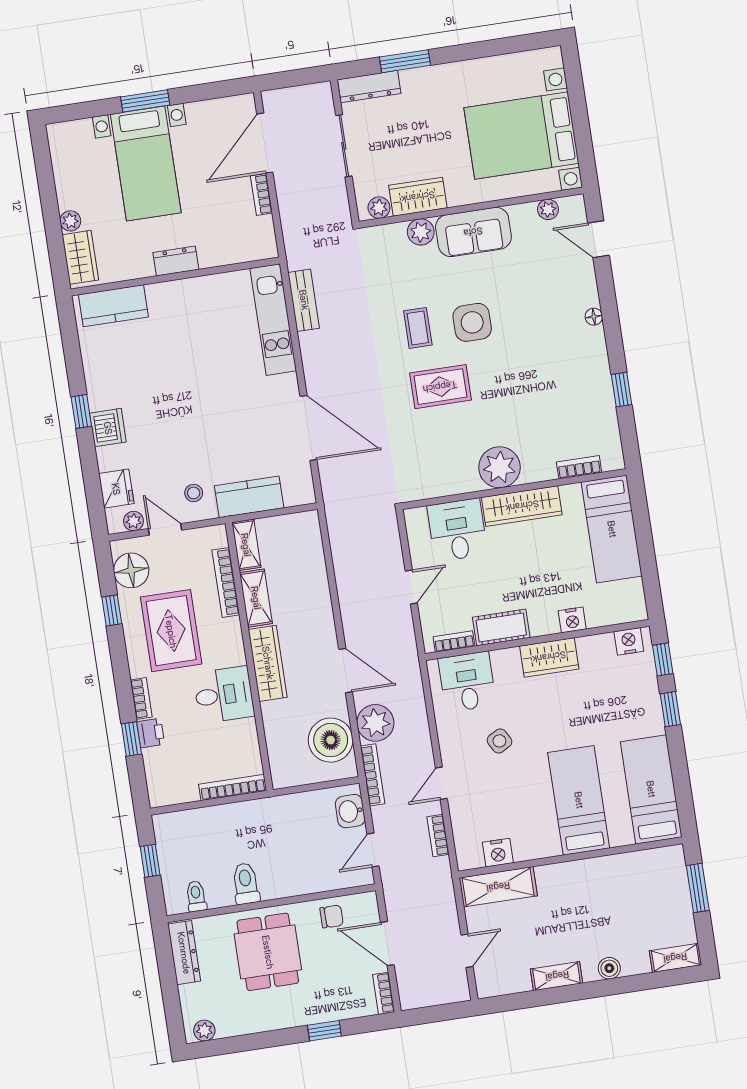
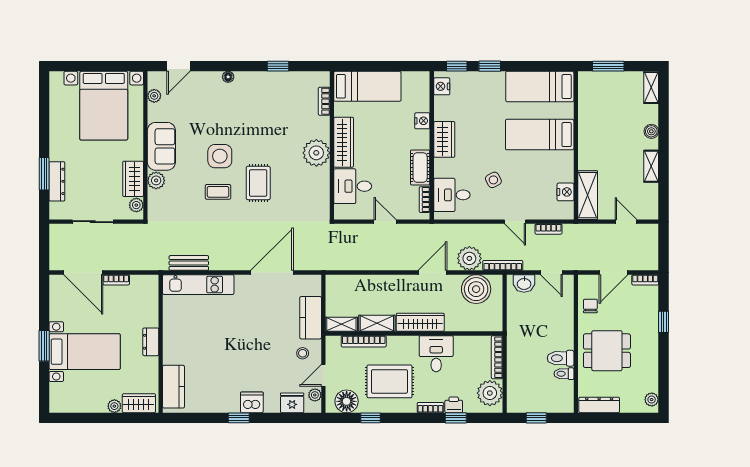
dresser: (369, 87) -> (57, 181), moved
plant: (177, 785) -> (490, 393), added
toilet: (196, 896) -> (564, 374), moved

